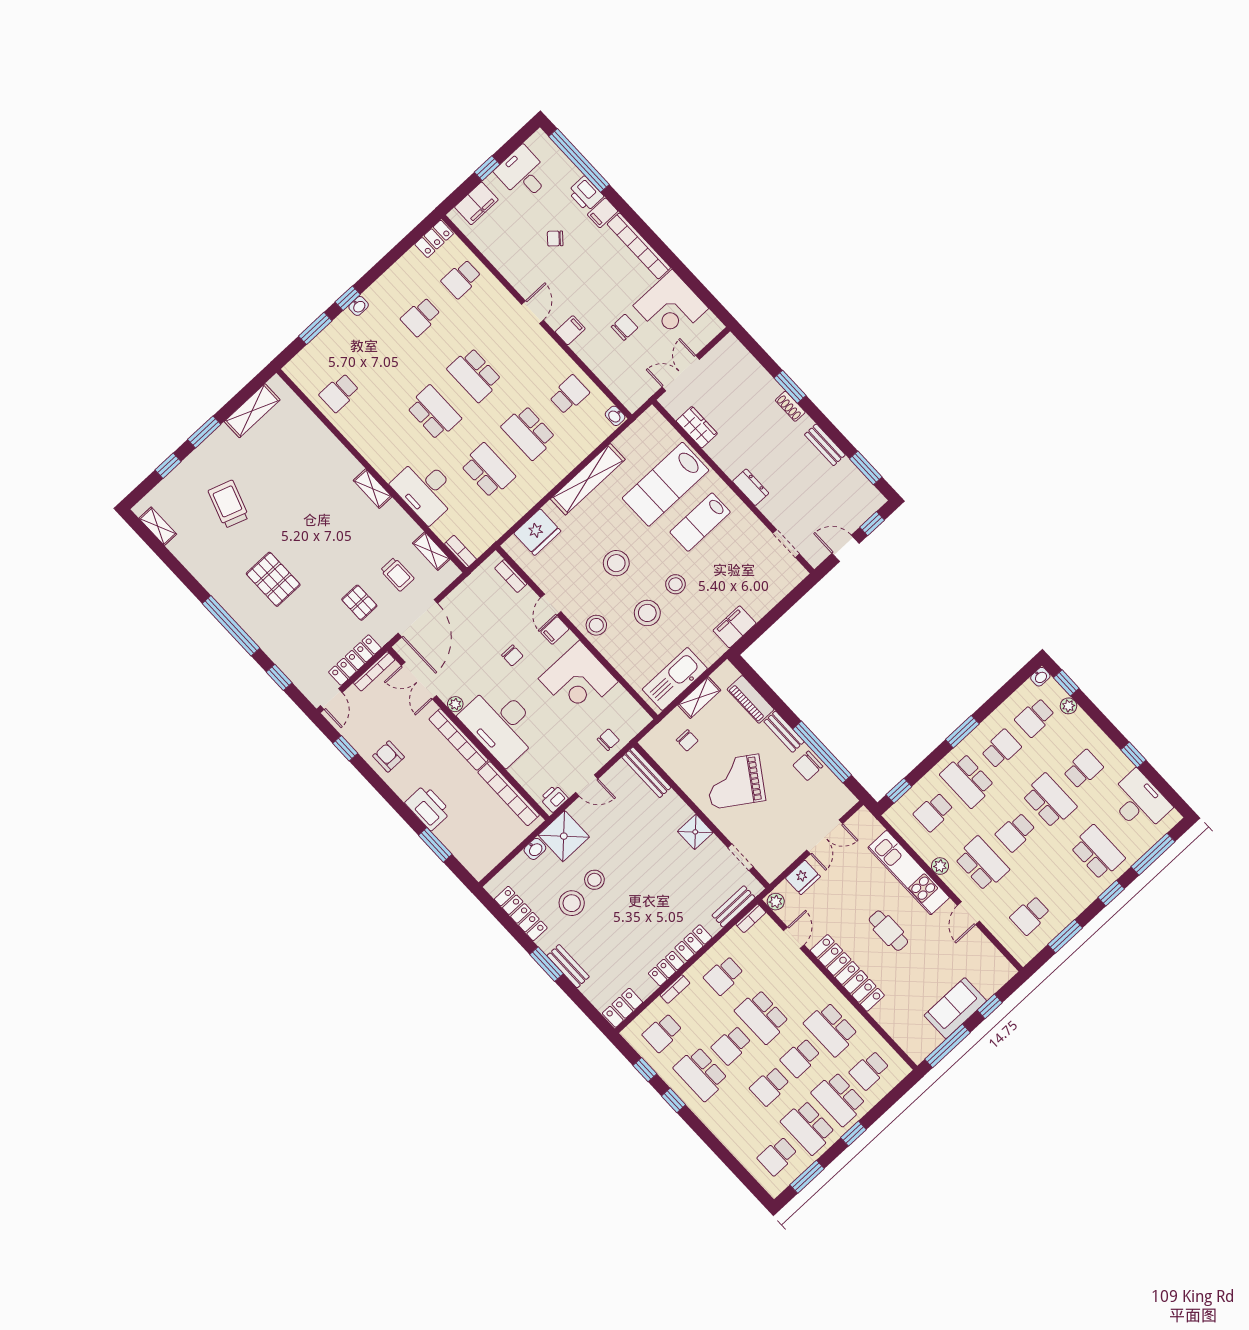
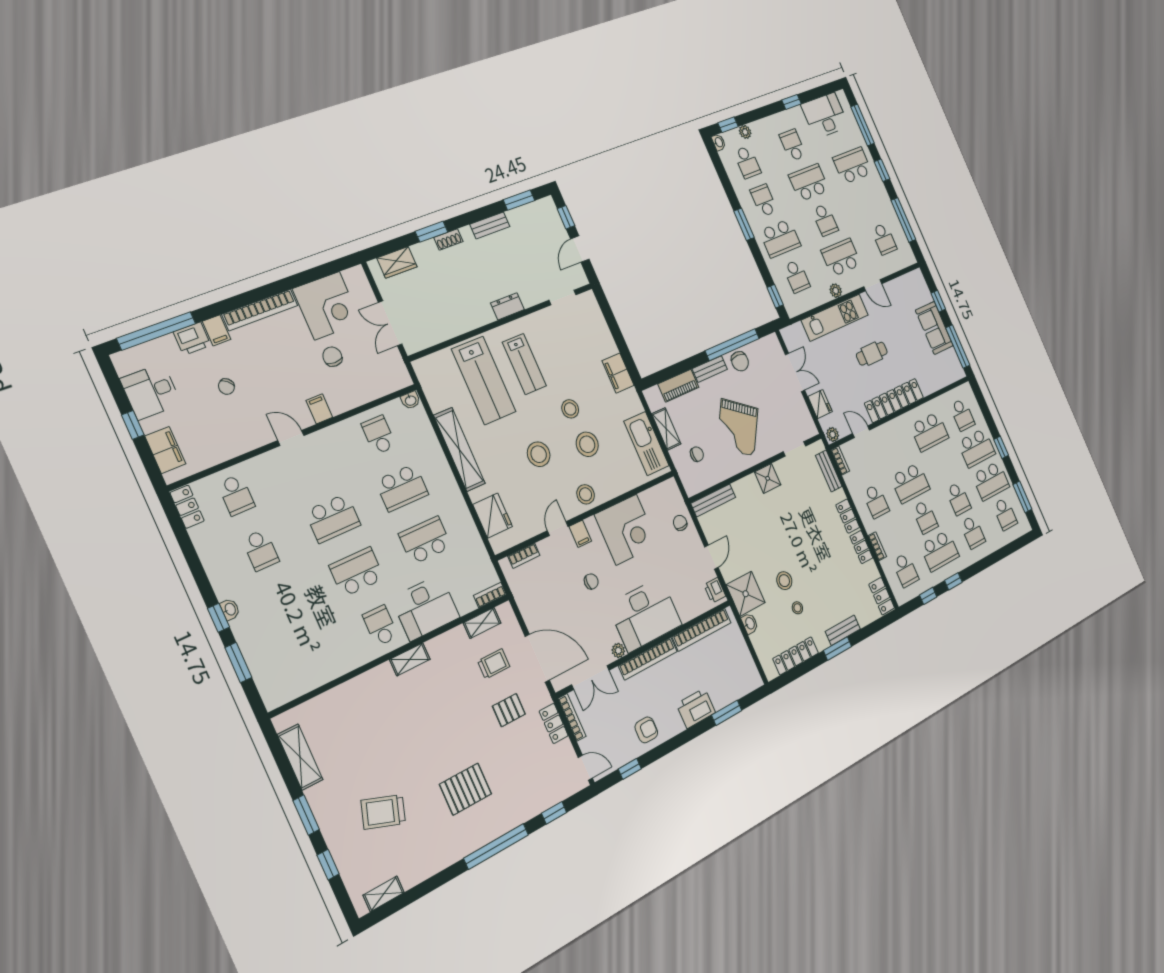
school desk: (339, 393) -> (380, 626), moved, turned 180
wardrobe: (697, 427) -> (397, 262), moved, turned 180
door: (551, 605) -> (558, 529), swing flipped
locker: (355, 660) -> (554, 723), width x0.66
armchair: (388, 756) -> (646, 730), turned 180
stool: (572, 903) -> (797, 608), width x0.53, depth x0.53
window: (1065, 936) -> (903, 220), width x1.44
school desk: (800, 1058) -> (973, 532), moved

